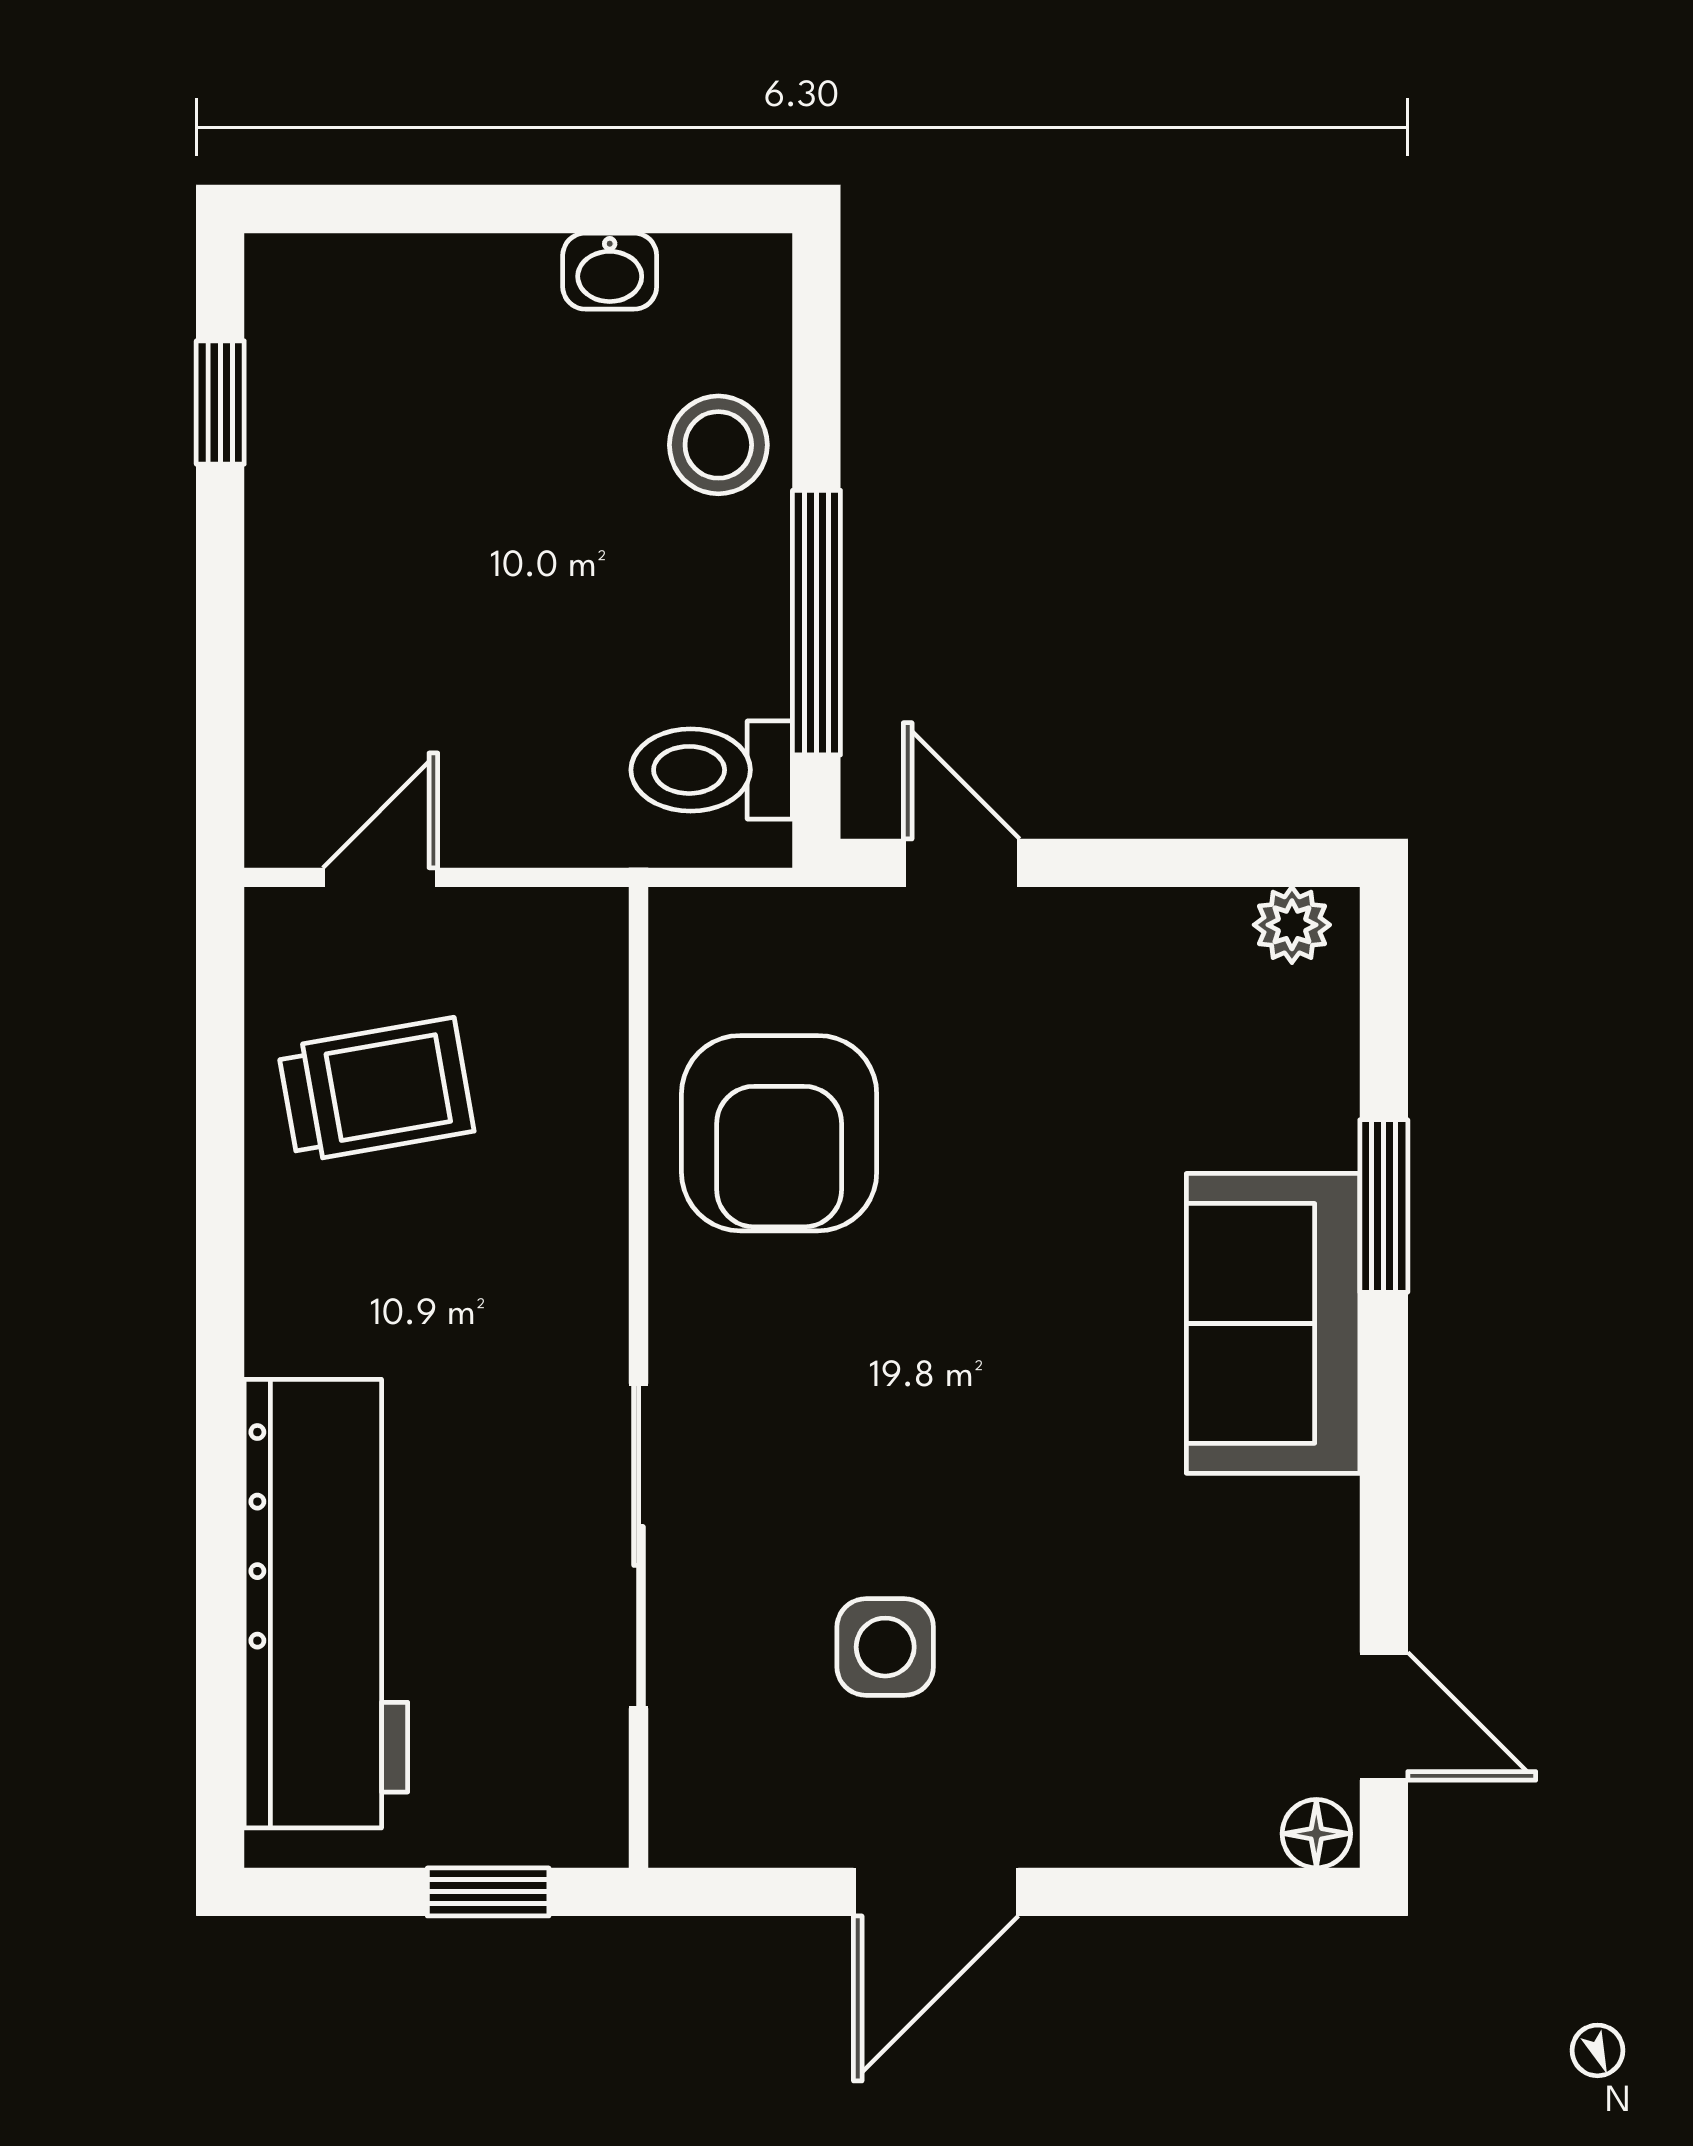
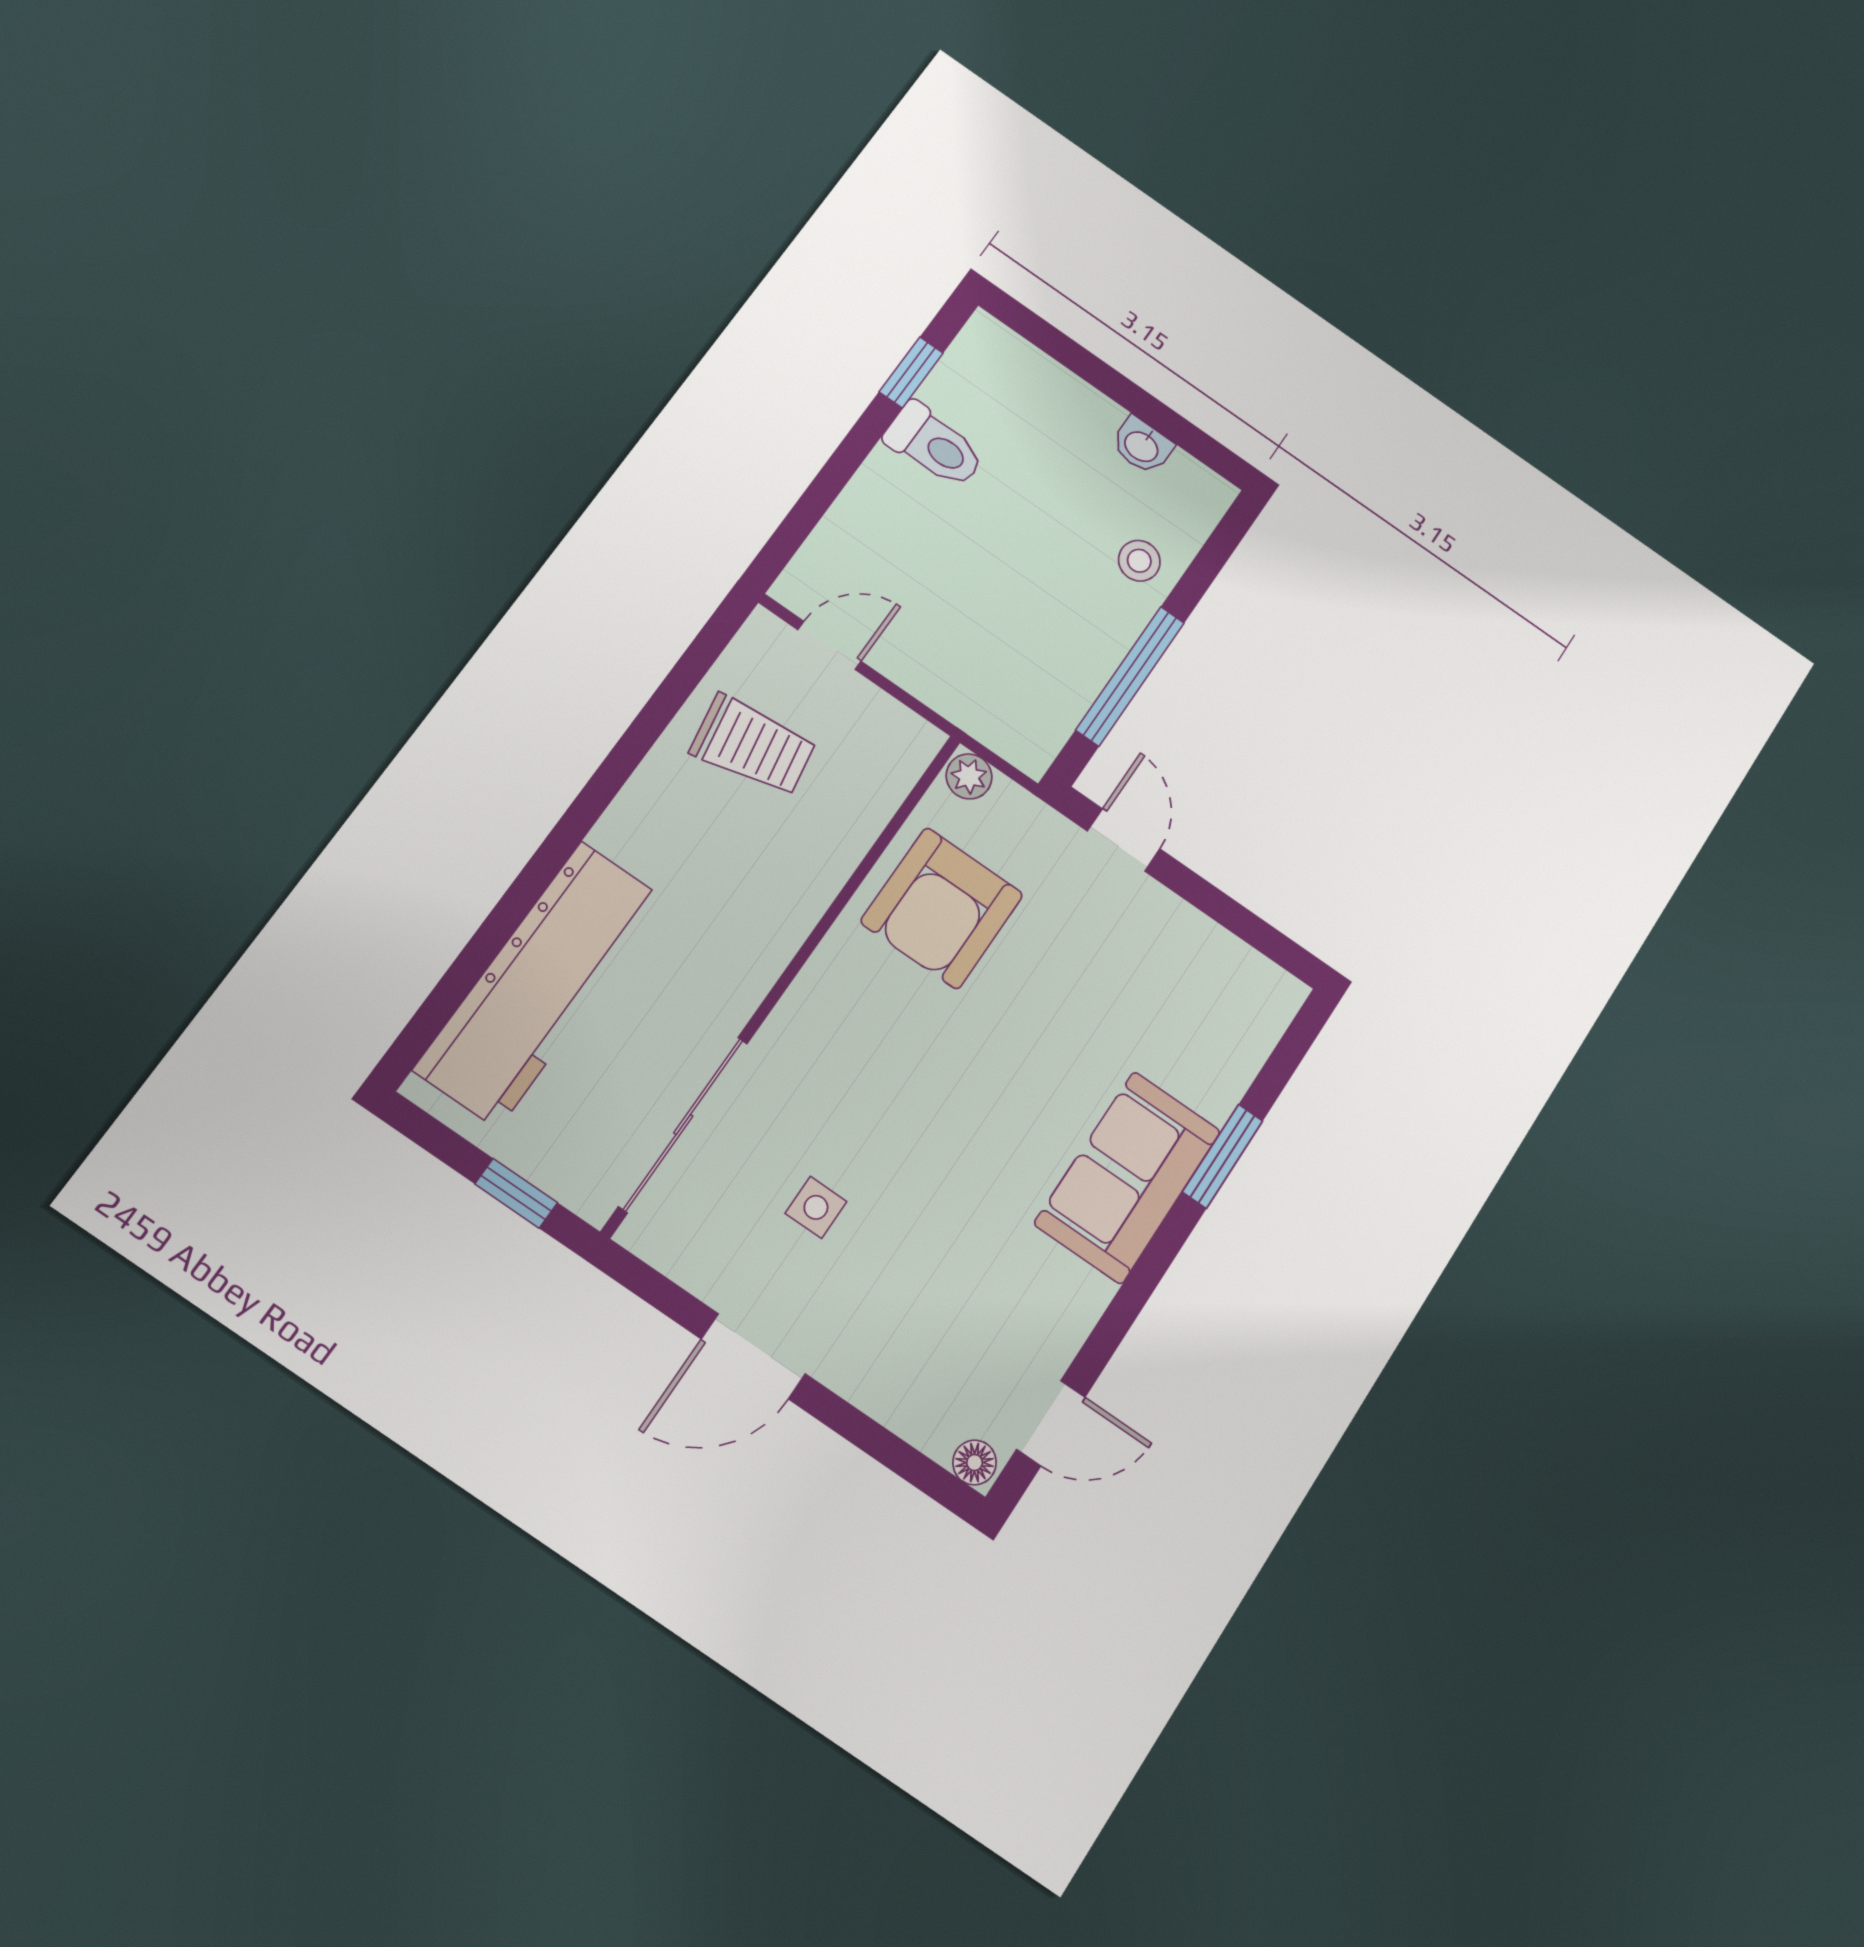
stool: (718, 445) -> (1139, 561), width x0.73, depth x0.73
toilet: (712, 770) -> (935, 445), moved, turned 180
plant: (1292, 925) -> (969, 776), moved
sliding door: (639, 1546) -> (683, 1124), moved
side table: (885, 1647) -> (816, 1207), width x0.73, depth x0.73
door: (1384, 1716) -> (1051, 1423), hinge flipped

